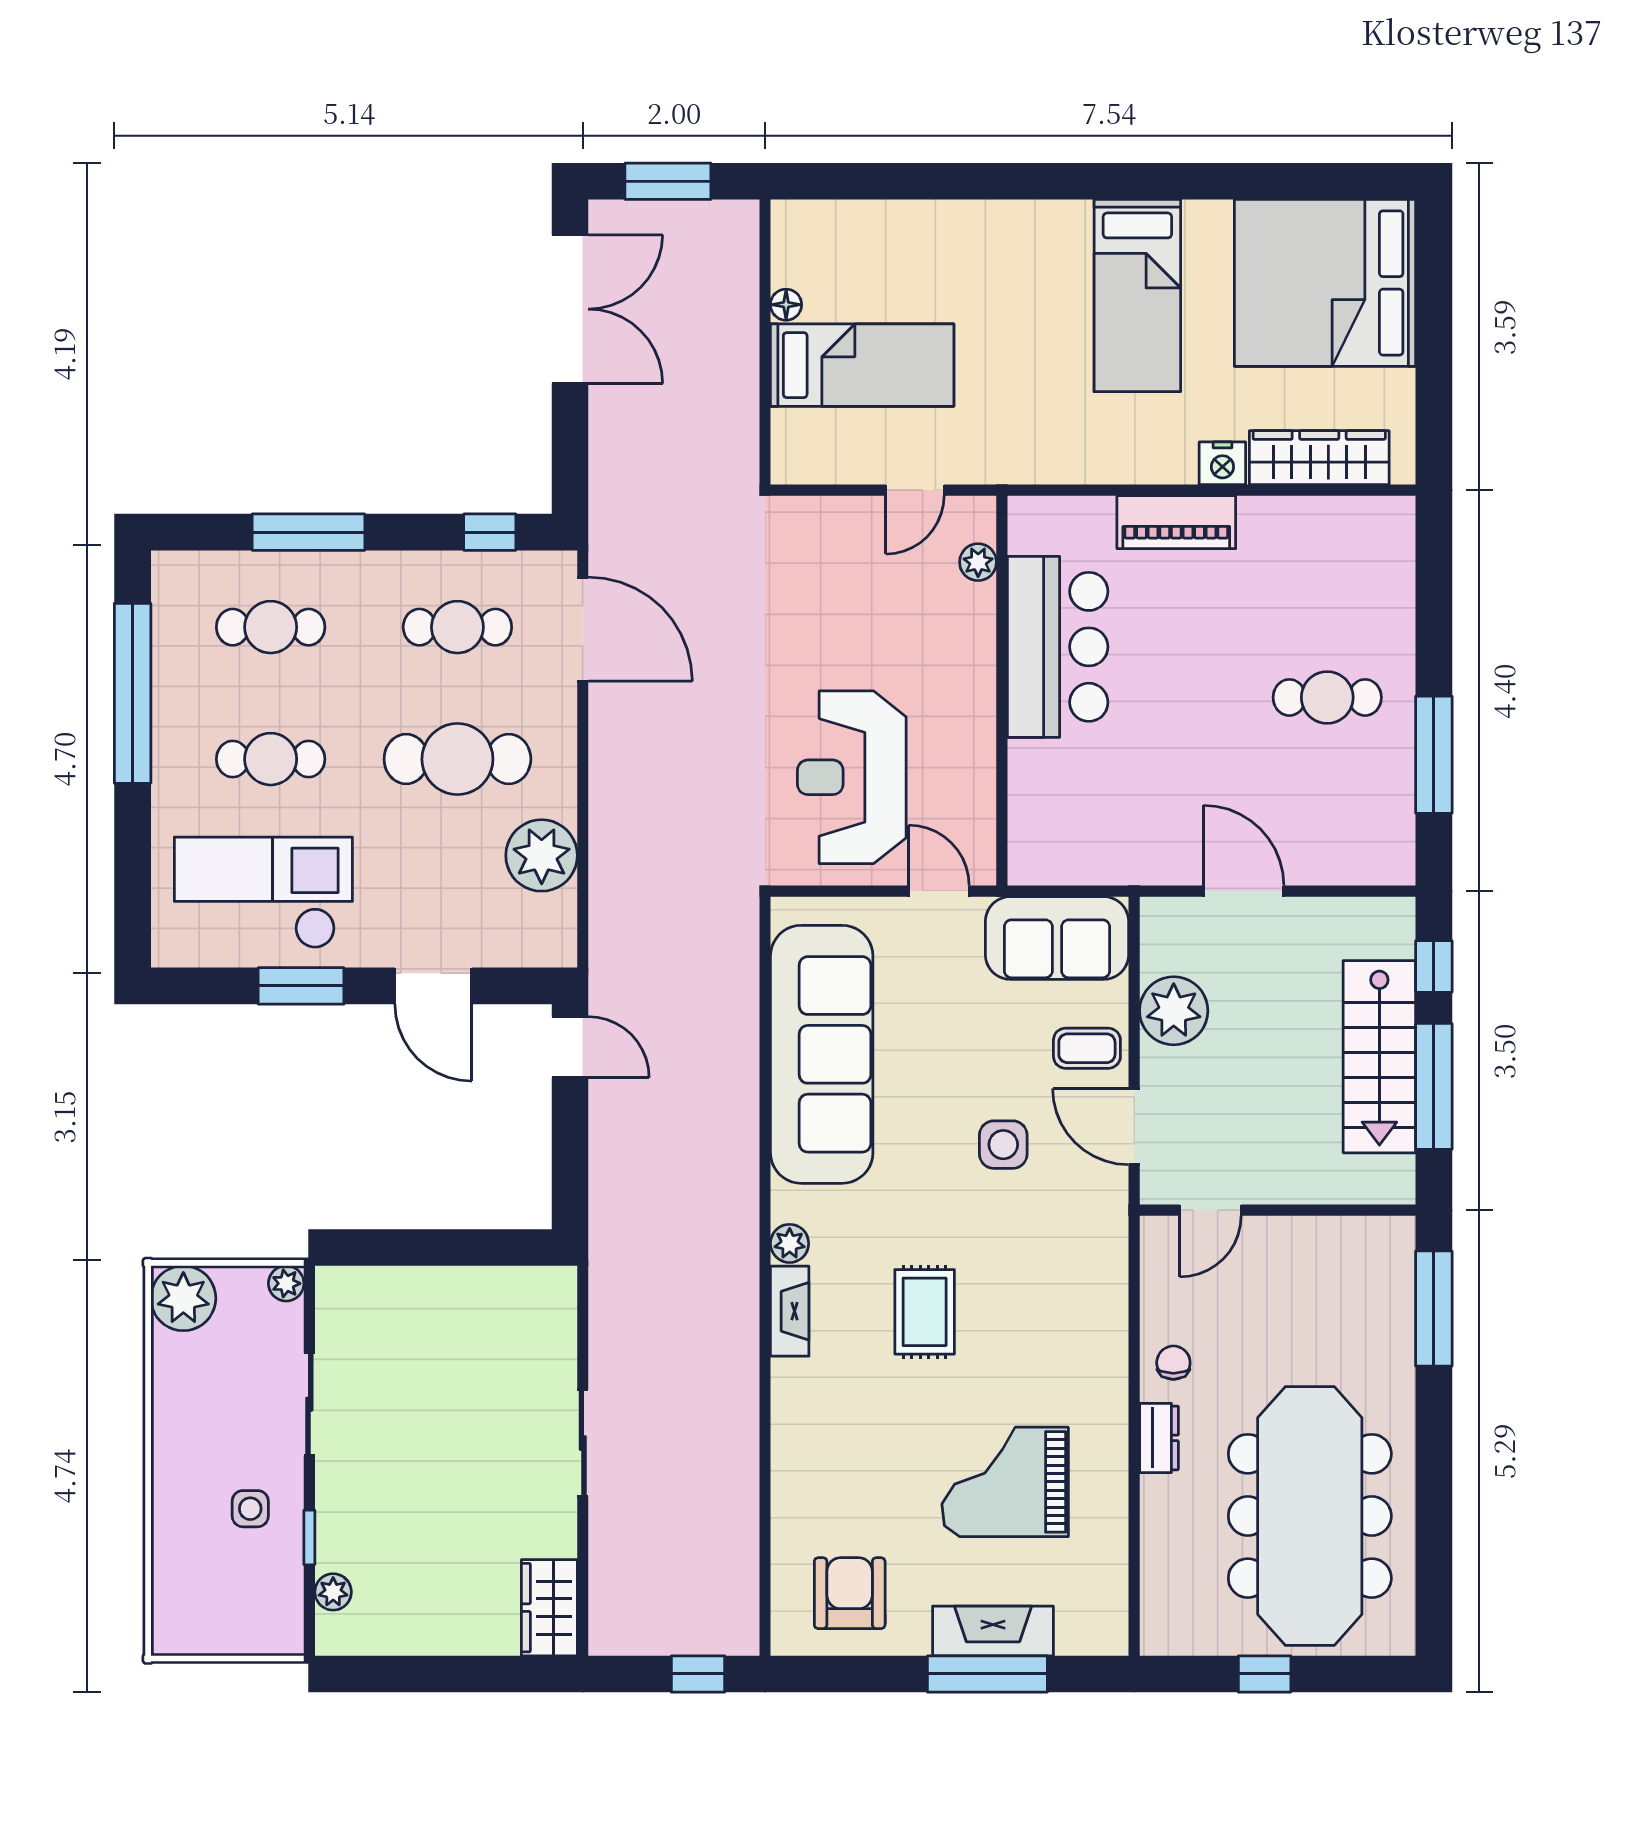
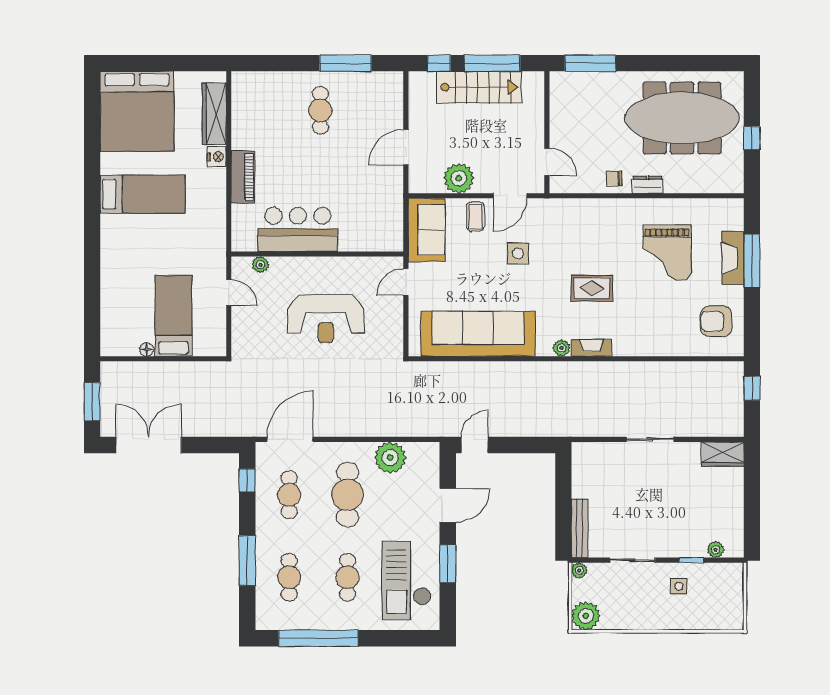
reception desk: (852, 777) -> (326, 319), moved
bench: (381, 1284) -> (580, 528), added

